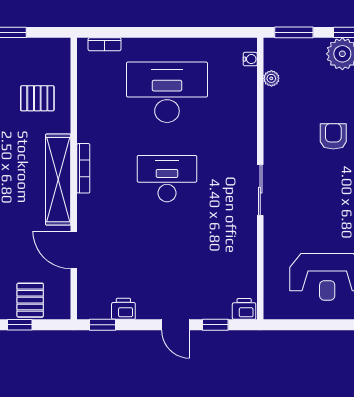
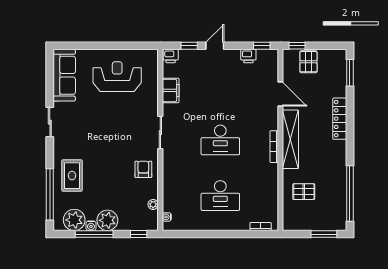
window: (294, 32) -> (139, 234), width x0.67
desk: (167, 92) -> (220, 196), width x0.73, depth x0.77
armchair: (333, 136) -> (143, 169), moved, turned 180
filing cabinet: (244, 255) -> (171, 90), added
window: (20, 325) -> (297, 46), moved
door: (176, 325) -> (215, 46), hinge flipped

